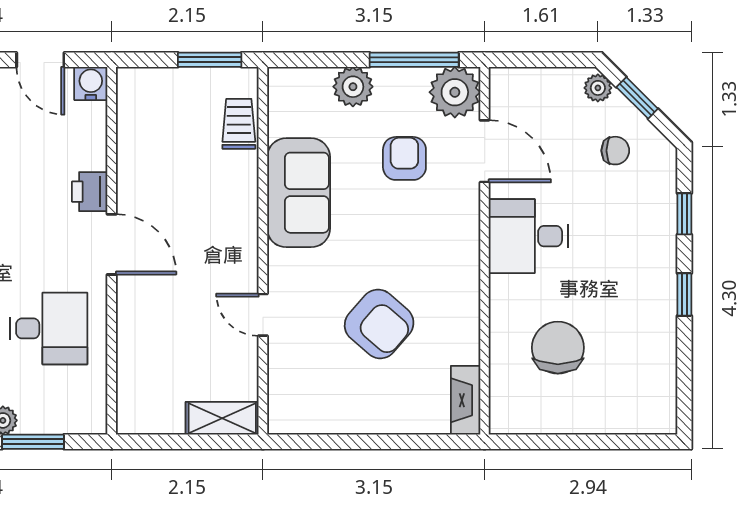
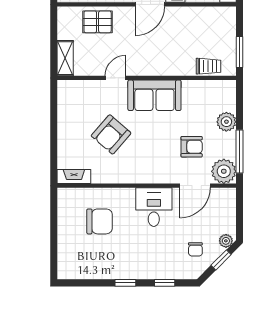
sofa: (299, 193) -> (154, 95), moved
pallet: (148, 352) -> (98, 22), added

